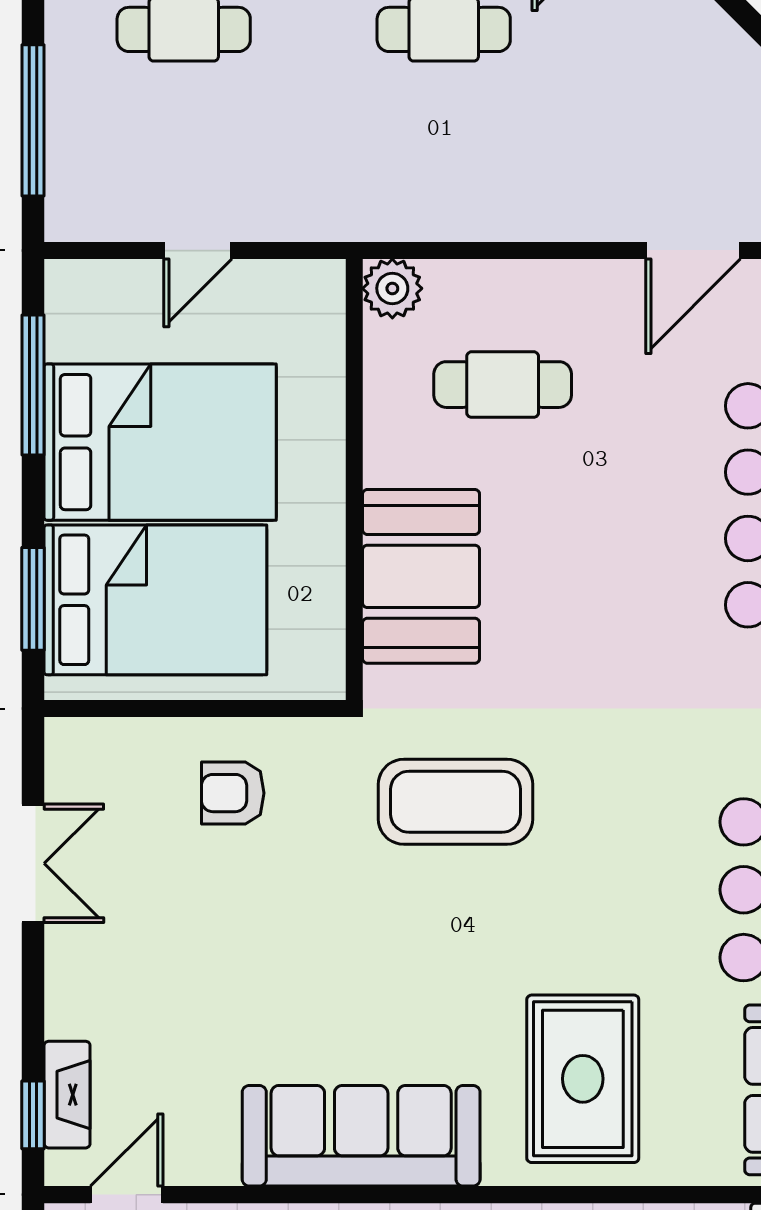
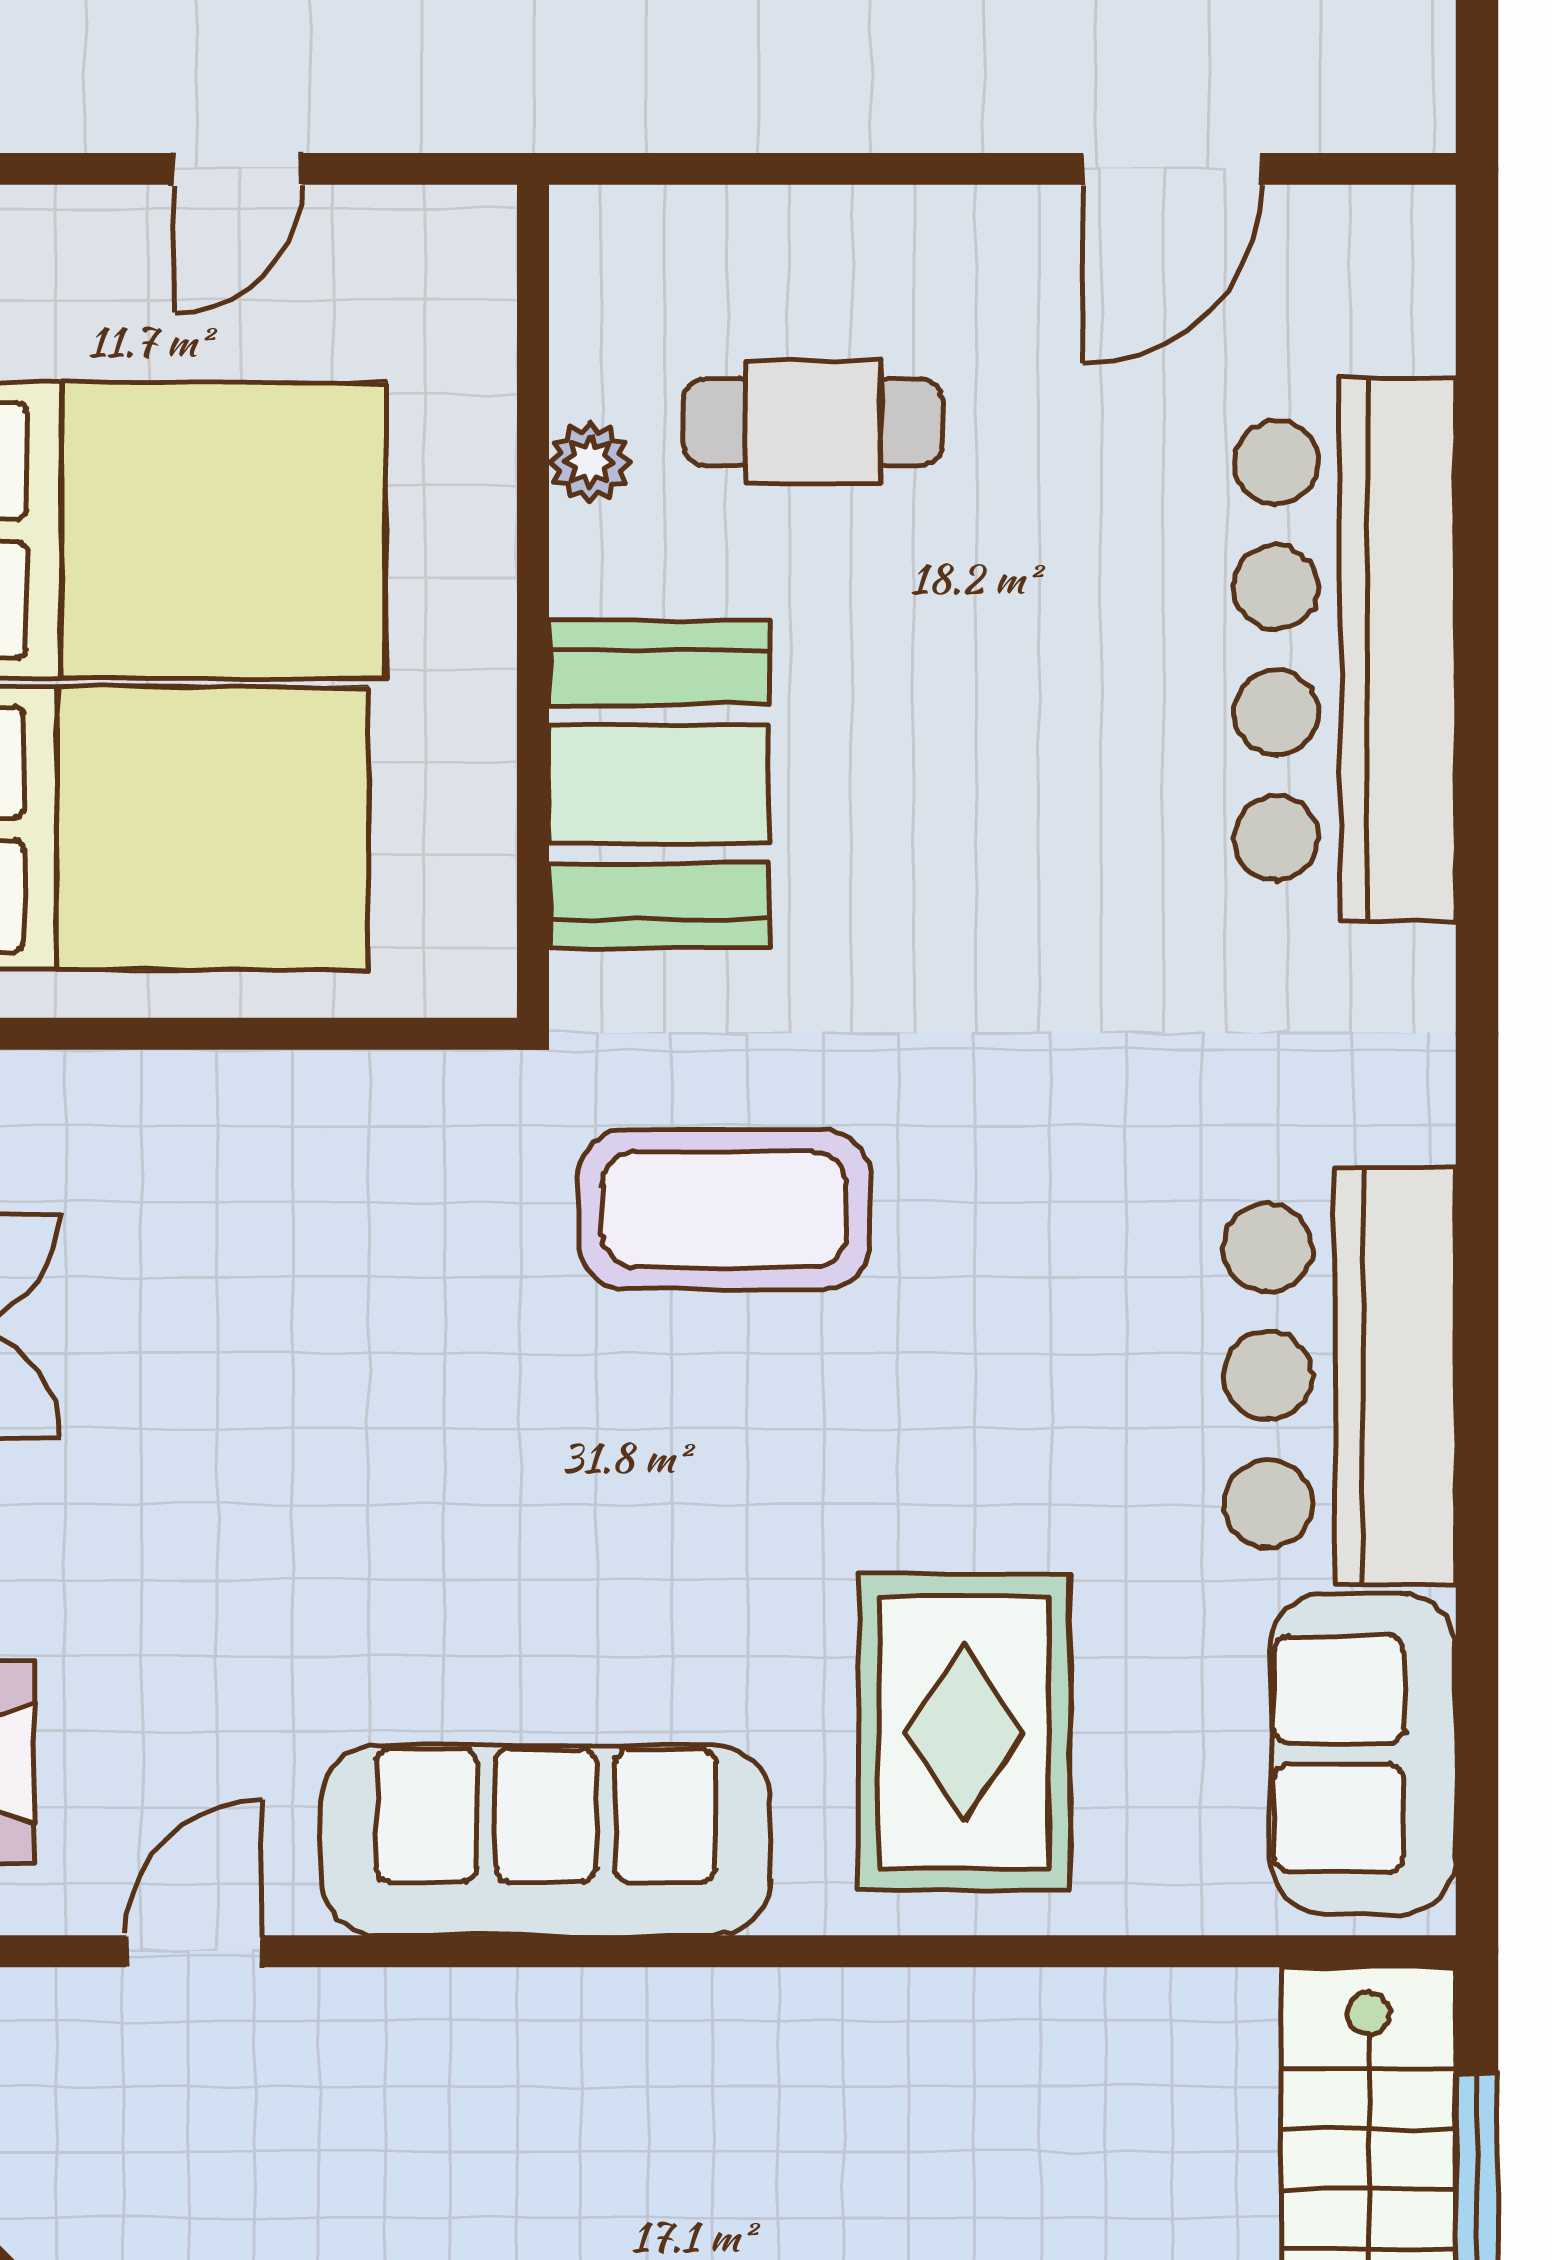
plant: (392, 288) -> (589, 462), moved, width x0.73, depth x0.73
armchair: (233, 793) -> (304, 1193), removed
door: (127, 1195) -> (194, 1951), moved

